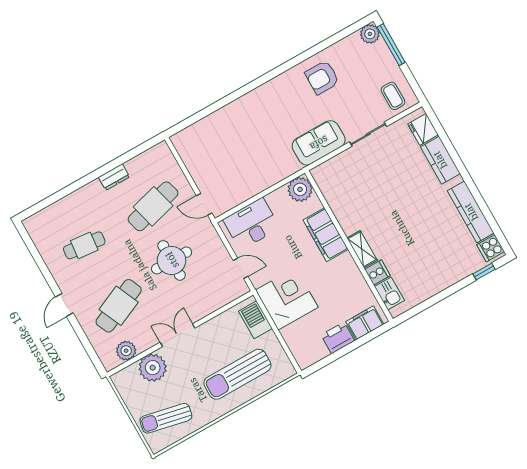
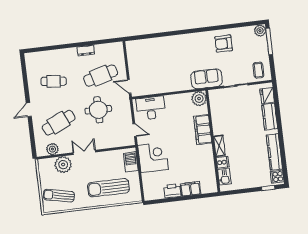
plant: (300, 189) -> (199, 99), moved
filing cabinet: (326, 235) -> (203, 130), moved
wall: (349, 246) -> (213, 141), moved
shelving: (362, 249) -> (219, 146), moved
cooker: (377, 273) -> (223, 162), moved
kitchen sink: (389, 293) -> (224, 177), moved

